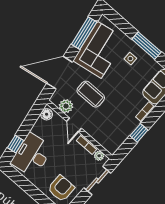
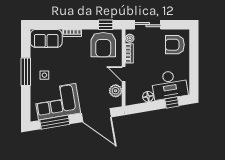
coffee table: (91, 94) -> (93, 81), removed
floor lamp: (47, 114) -> (148, 97), moved
door: (74, 125) -> (124, 74), swing flipped
armchair: (113, 129) -> (103, 45), added
window: (139, 133) -> (106, 25), moved

